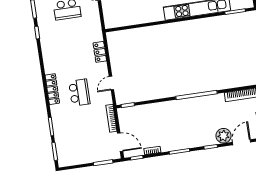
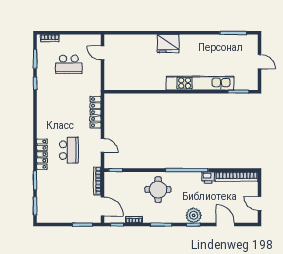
locker: (100, 52) -> (96, 112), width x1.53
door: (111, 83) -> (103, 145), swing flipped
locker: (52, 89) -> (42, 154), moved
printer: (218, 99) -> (208, 178), added
round table: (171, 118) -> (158, 190), added
plant: (223, 136) -> (194, 215), moved
door: (242, 142) -> (225, 225), hinge flipped

